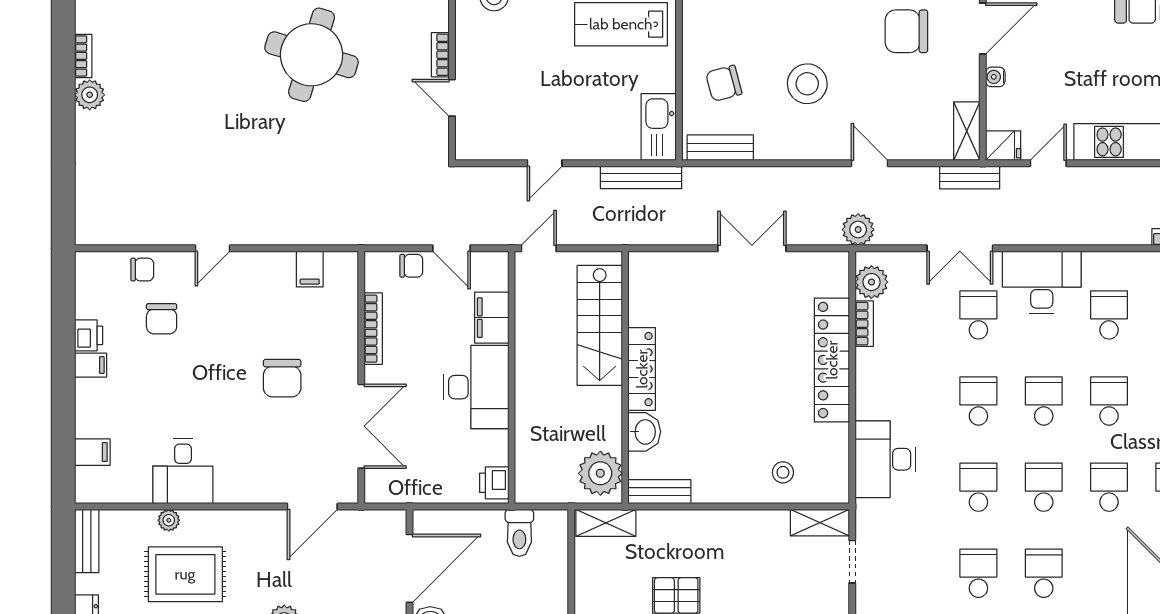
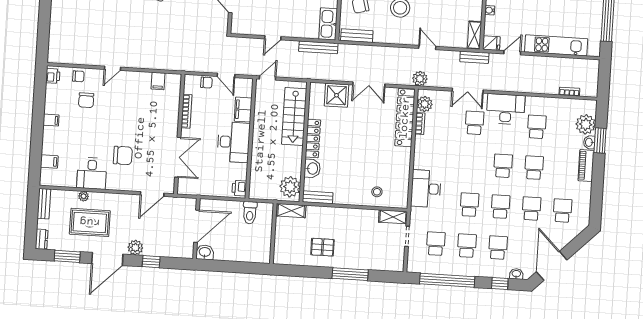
double door: (752, 248) -> (369, 84), swing flipped
shower: (686, 275) -> (336, 95), added
printer: (89, 335) -> (53, 76), moved
locker: (832, 360) -> (405, 118), moved
chair: (282, 378) -> (123, 155), moved, turned -90
school desk: (978, 401) -> (436, 244), moved

